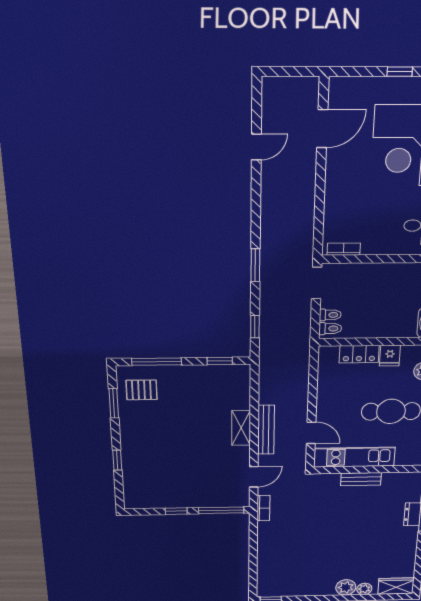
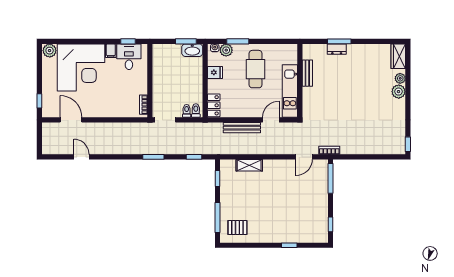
window: (400, 72) -> (39, 101), moved
locker: (359, 354) -> (214, 105), moved
pallet: (142, 390) -> (237, 228), turned 90
window: (114, 403) -> (247, 245), removed
shelving: (241, 428) -> (249, 165), moved
bench: (266, 430) -> (242, 128), moved
door: (254, 477) -> (304, 157), swing flipped
bench: (361, 479) -> (307, 73), moved
window: (176, 511) -> (331, 224), moved

